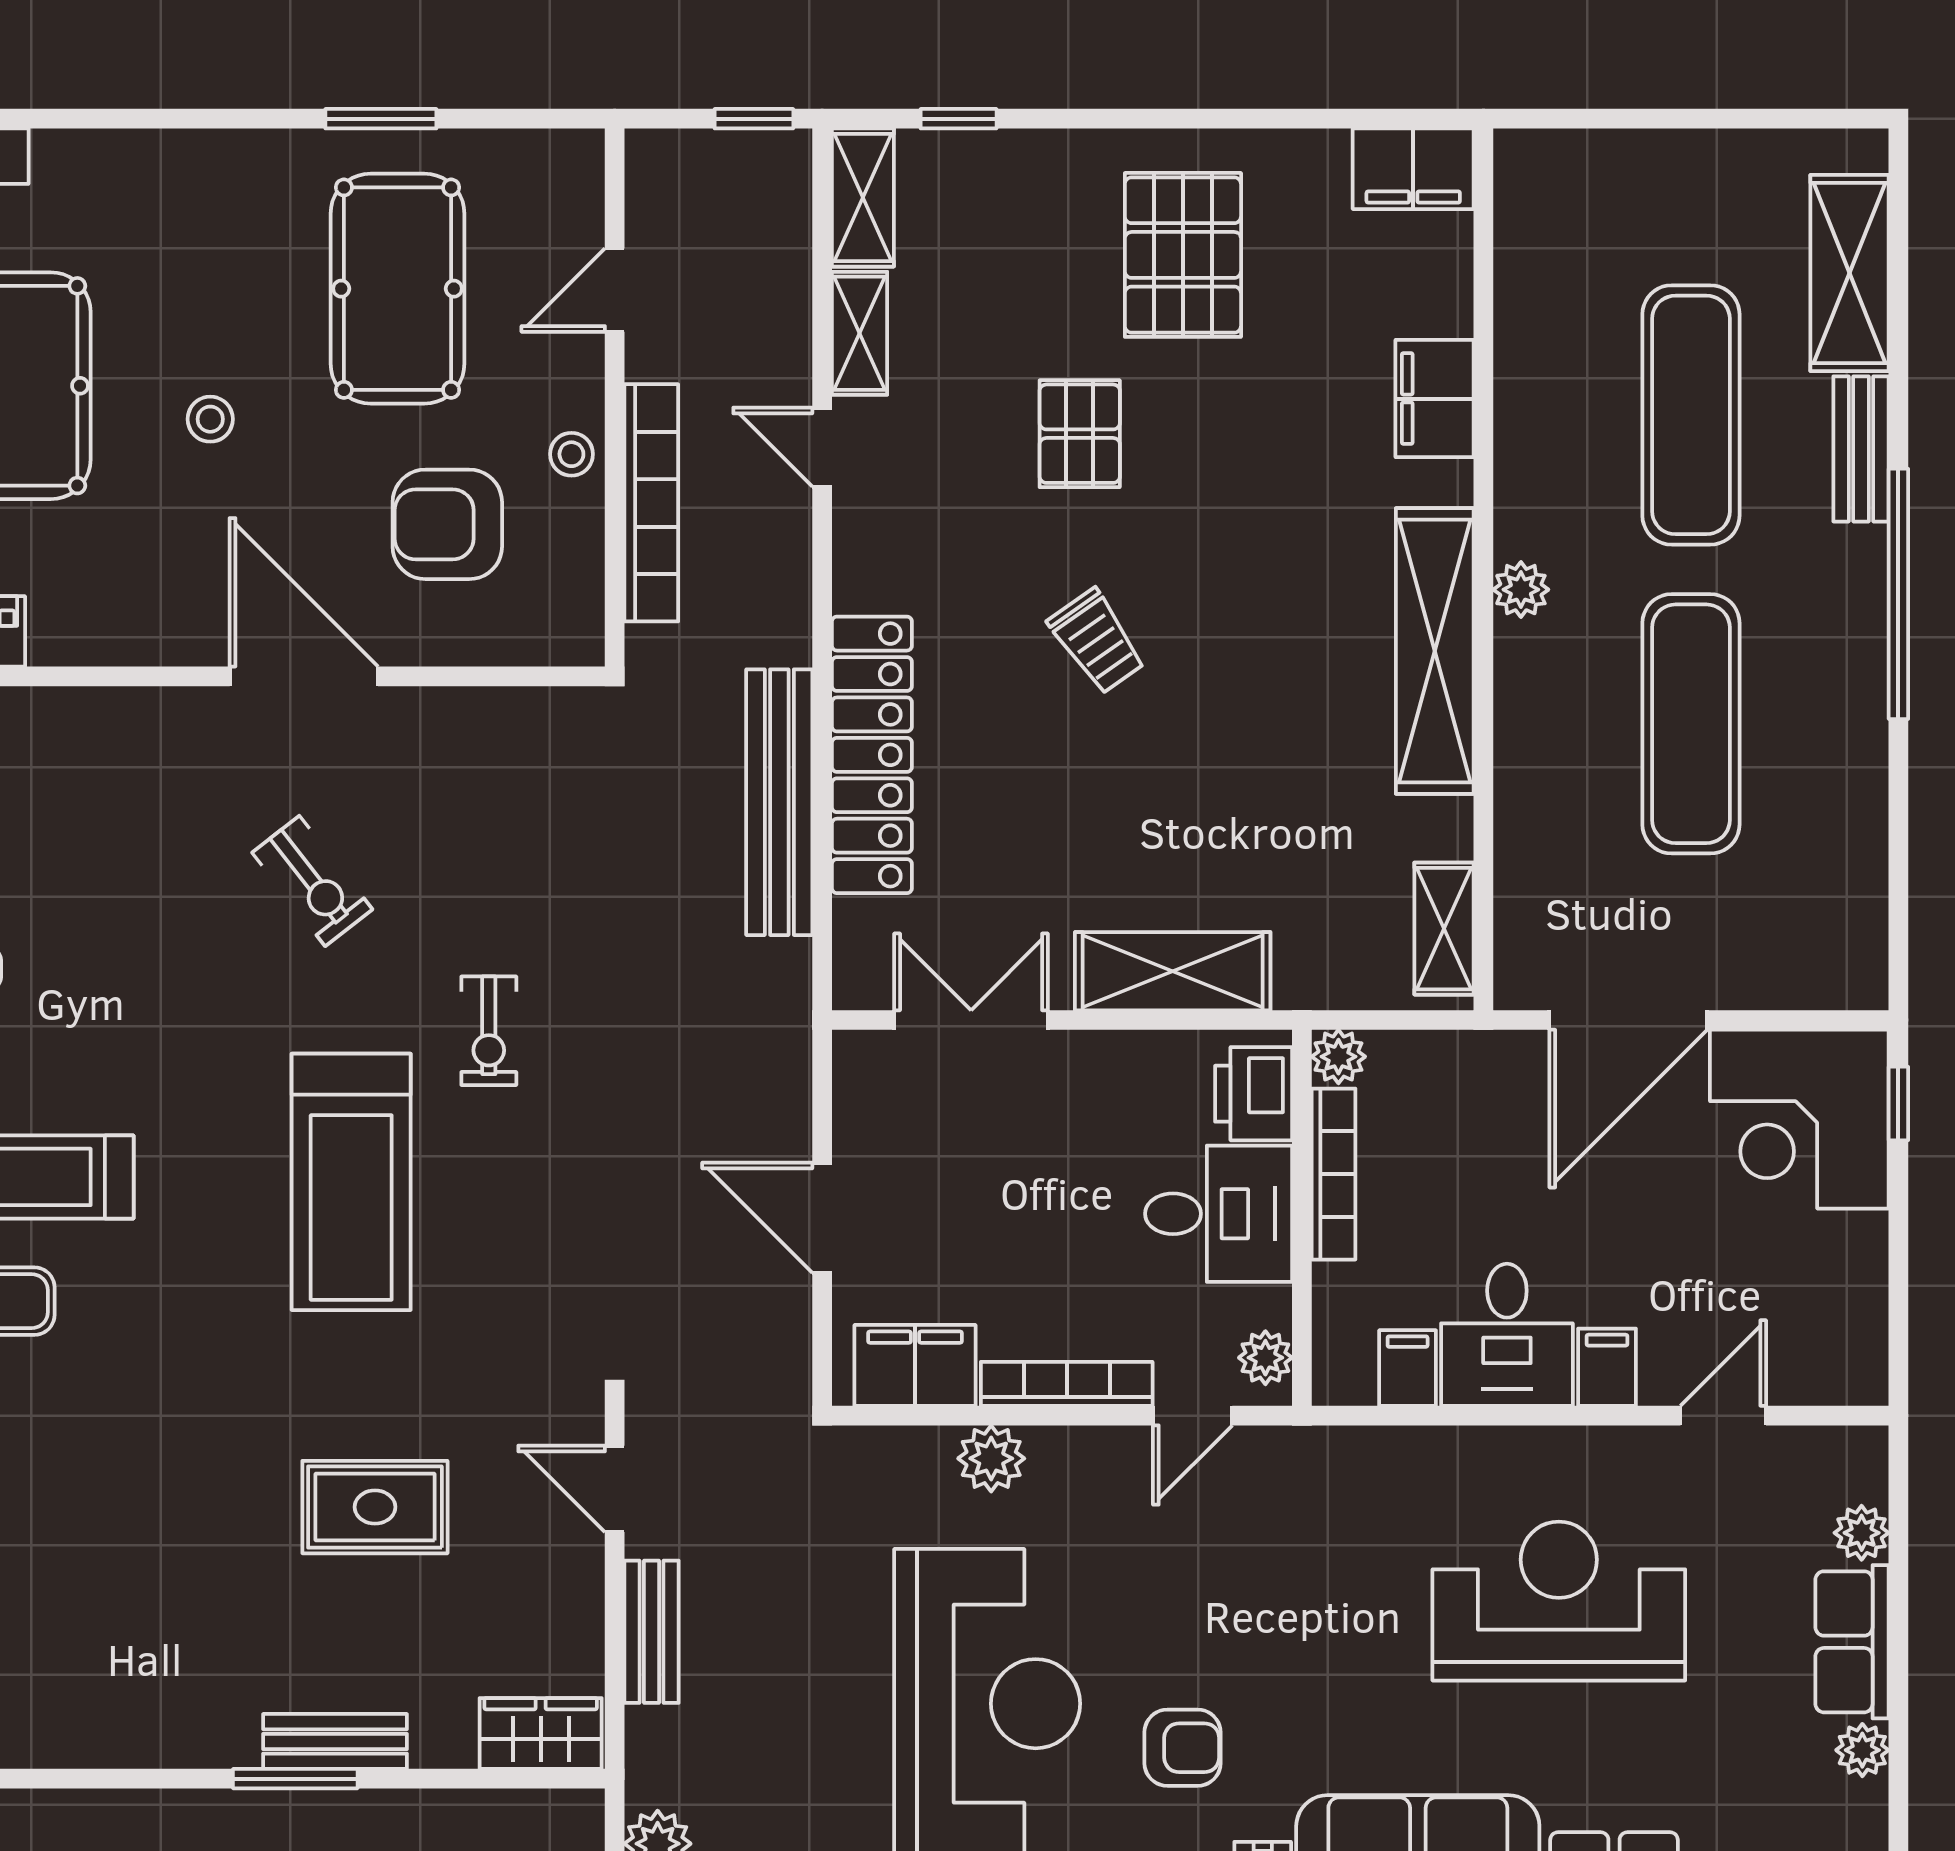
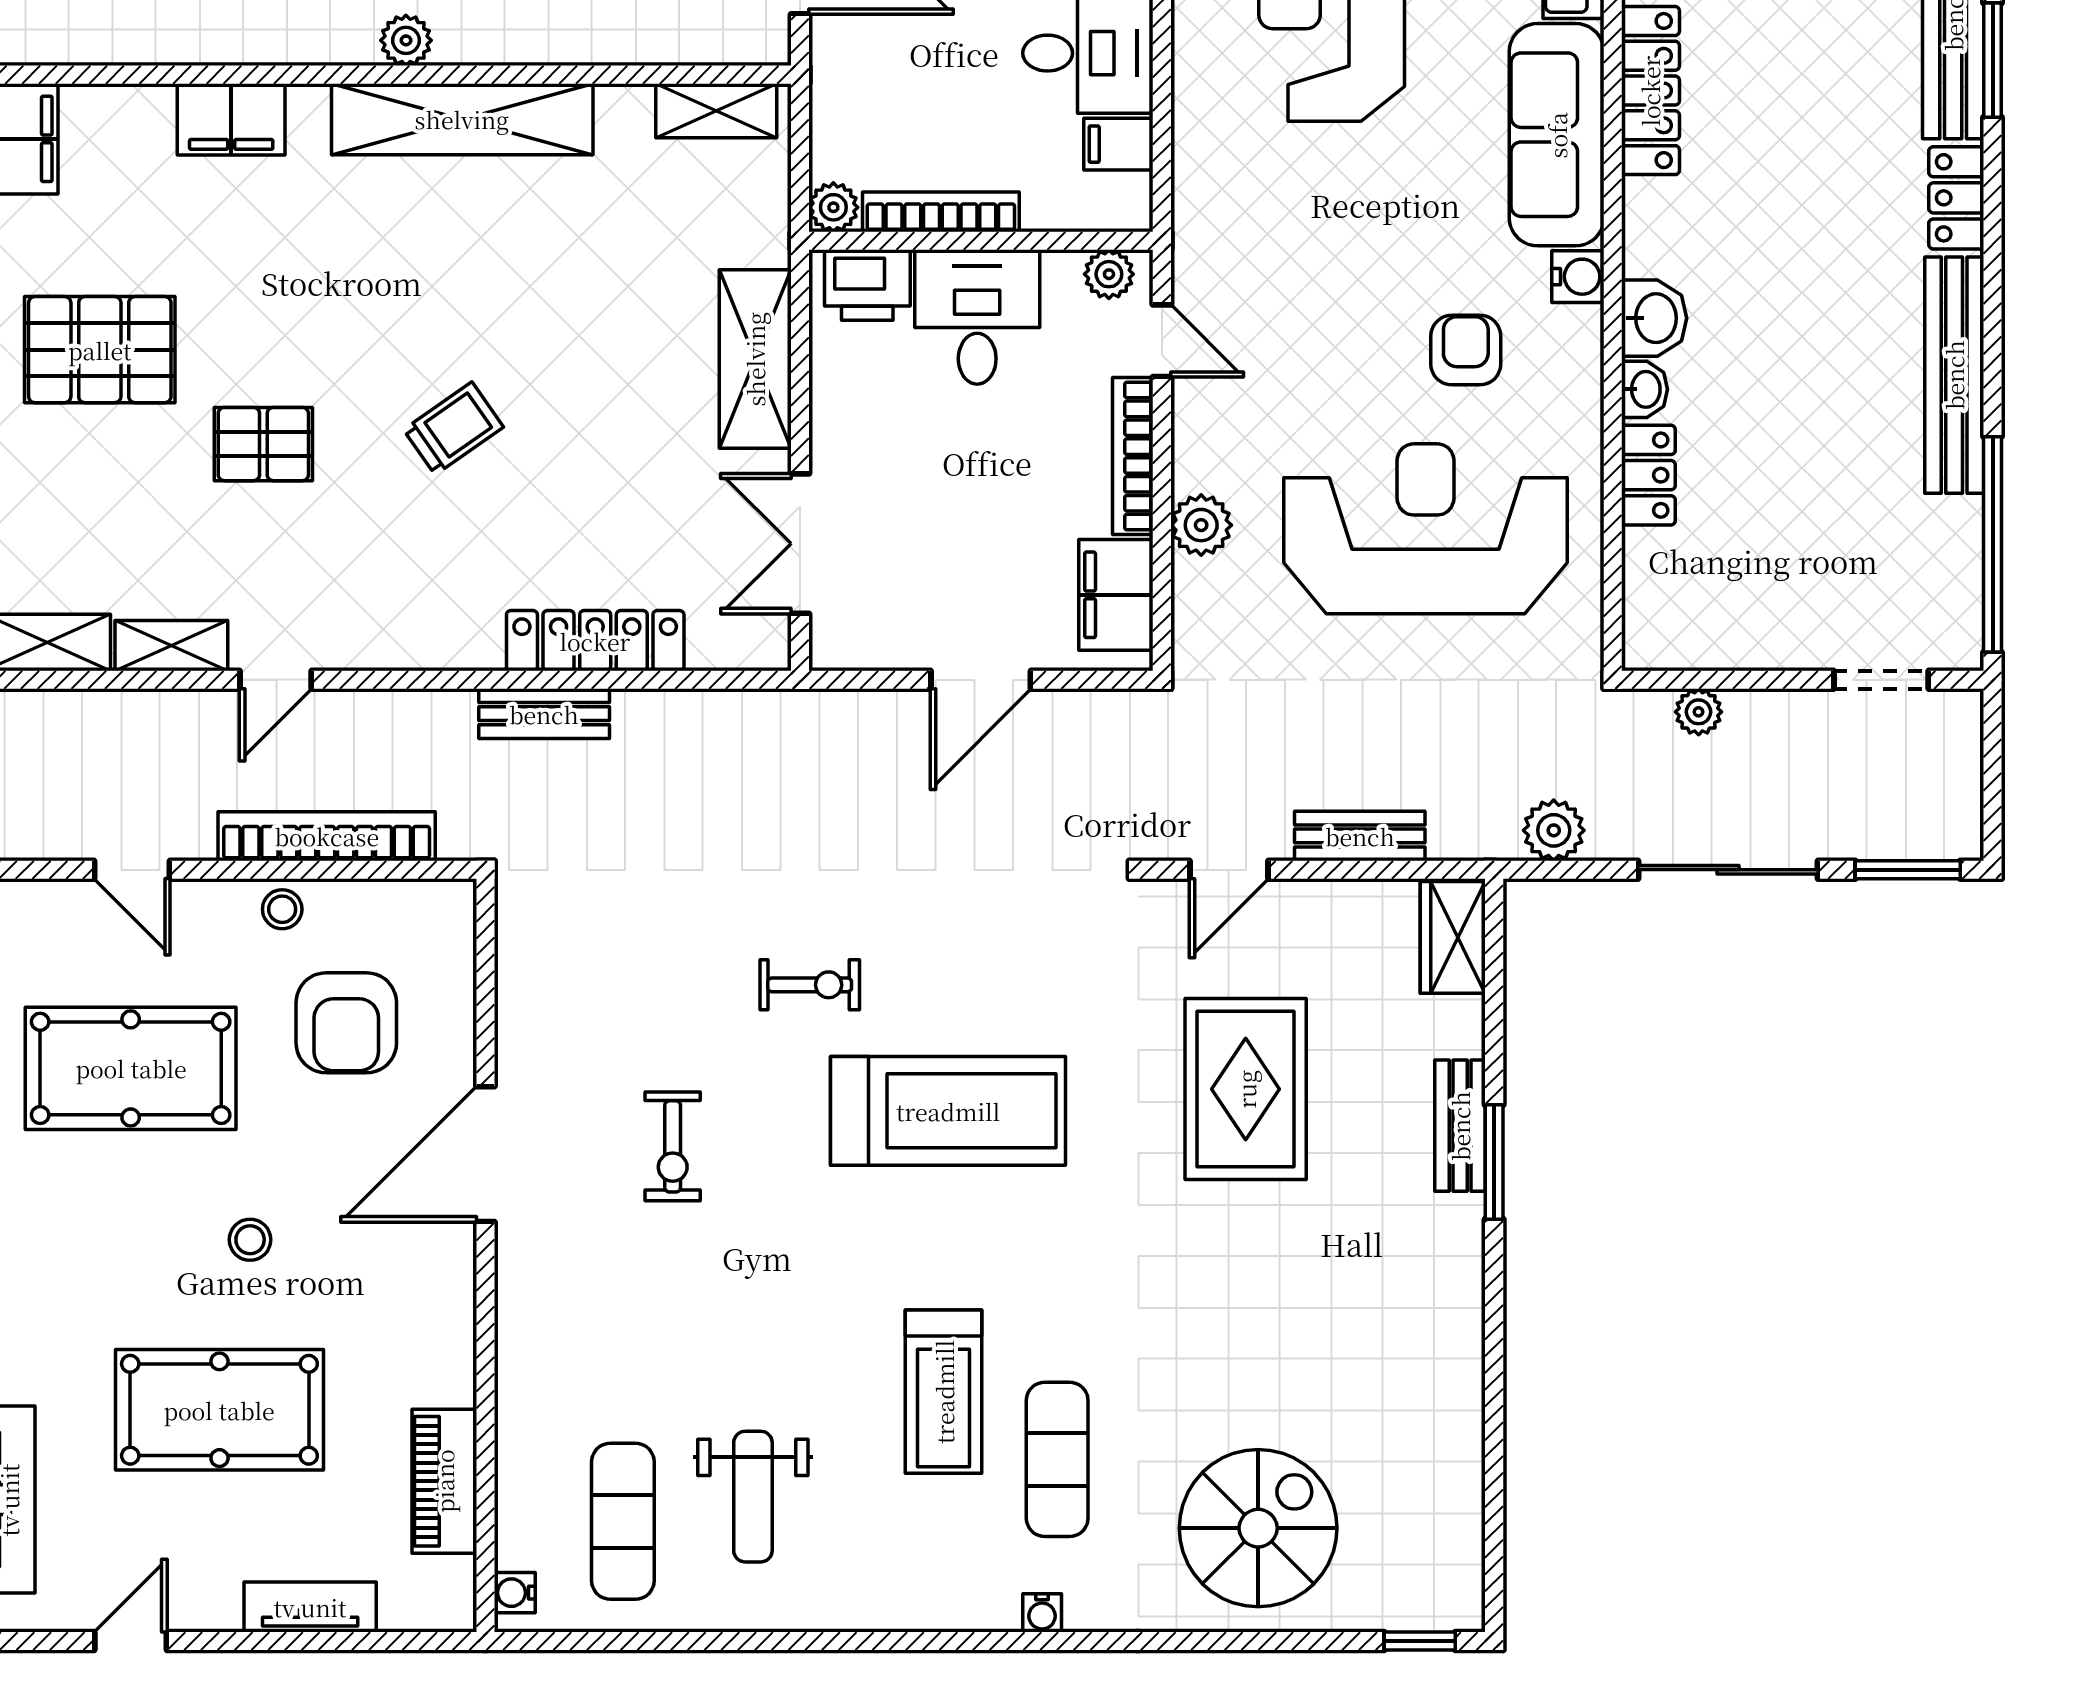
locker: (872, 755) -> (595, 641), width x0.71, depth x0.83
bench: (779, 802) -> (544, 714), width x0.54, depth x0.82
exercise bike: (312, 881) -> (673, 1146), turned 128
rug: (375, 1507) -> (1246, 1089), width x1.36, depth x1.43

